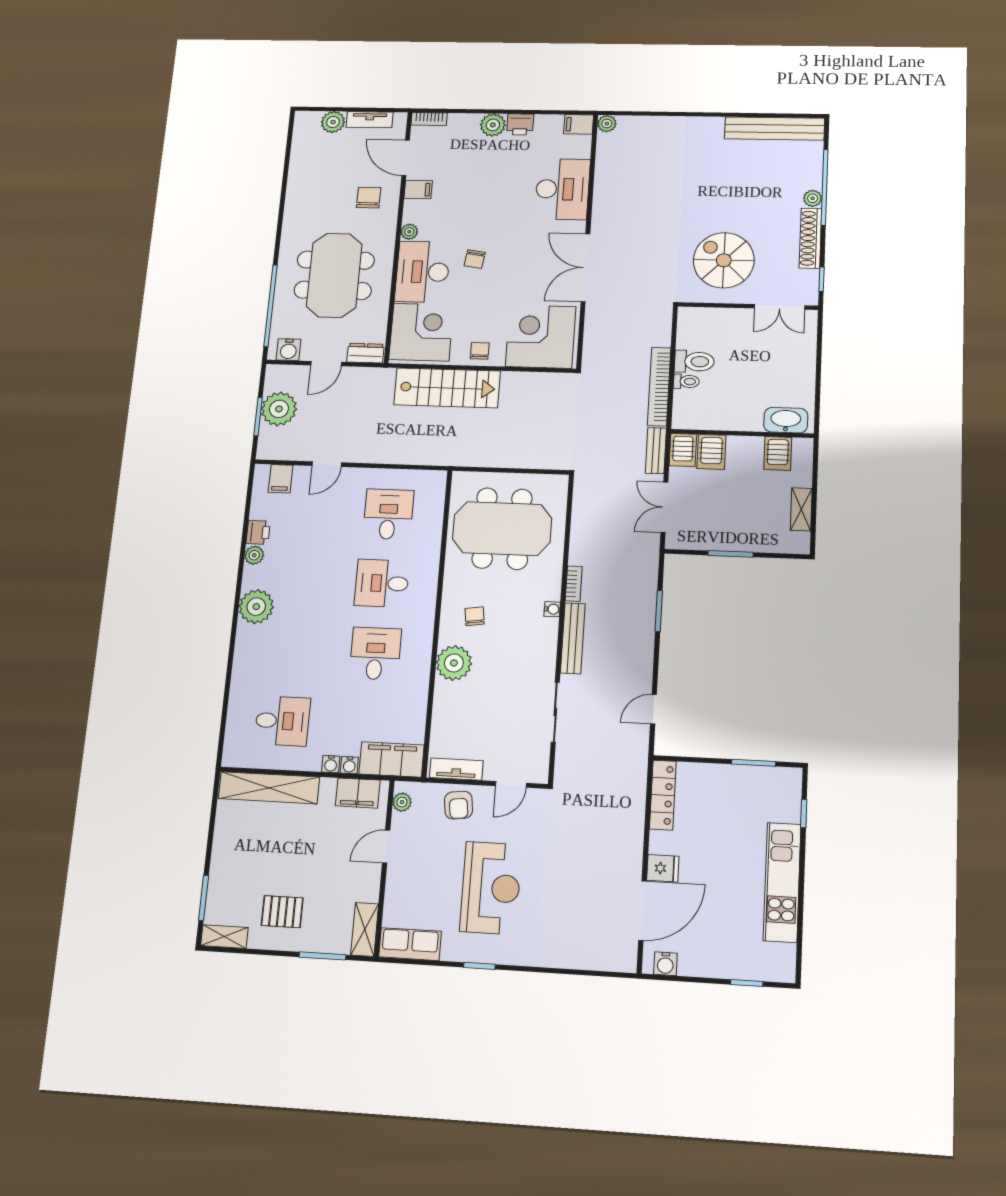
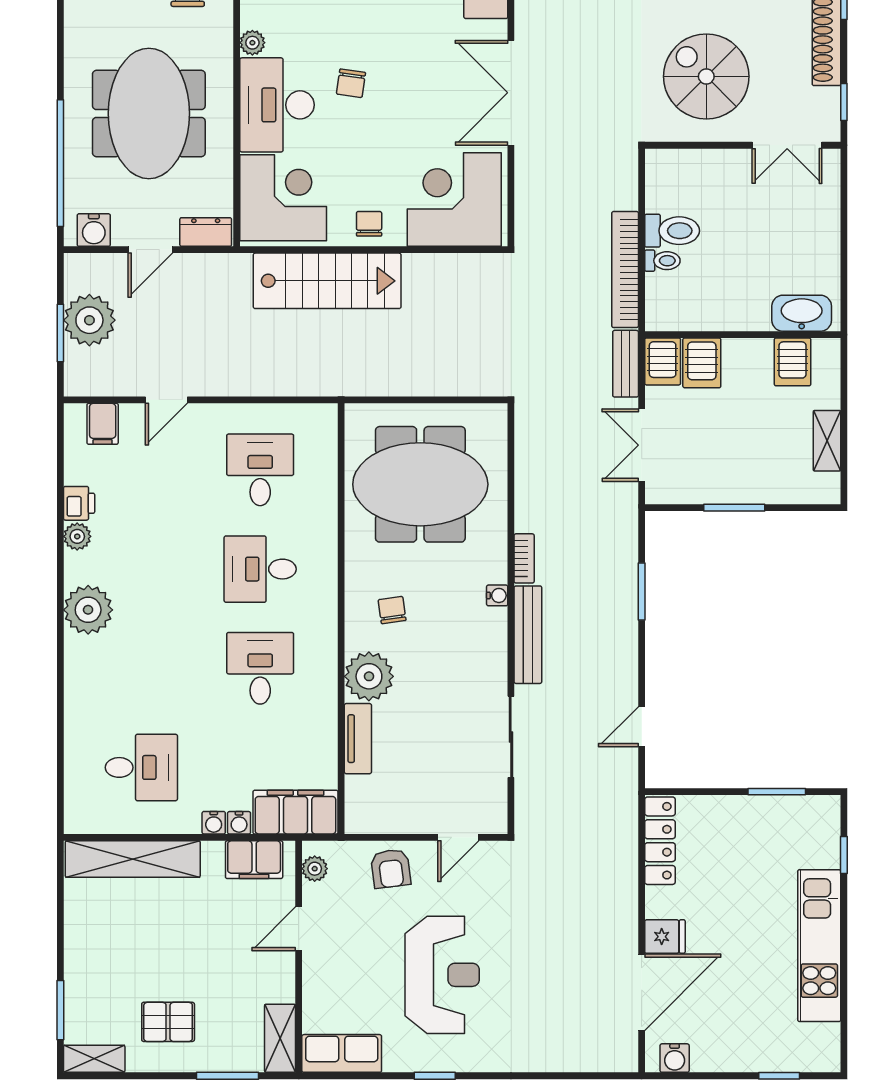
tv unit: (456, 769) -> (358, 739), moved, turned 90

